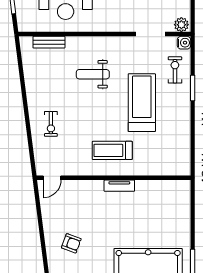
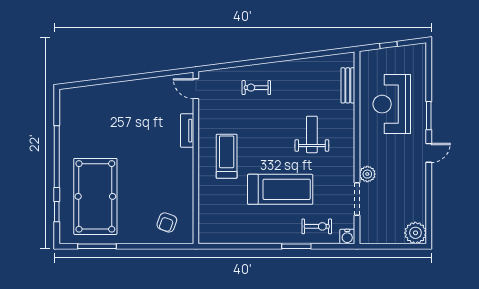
plant: (181, 25) -> (367, 174), moved
tv unit: (119, 186) -> (187, 131), moved
armchair: (71, 243) -> (167, 222), moved

